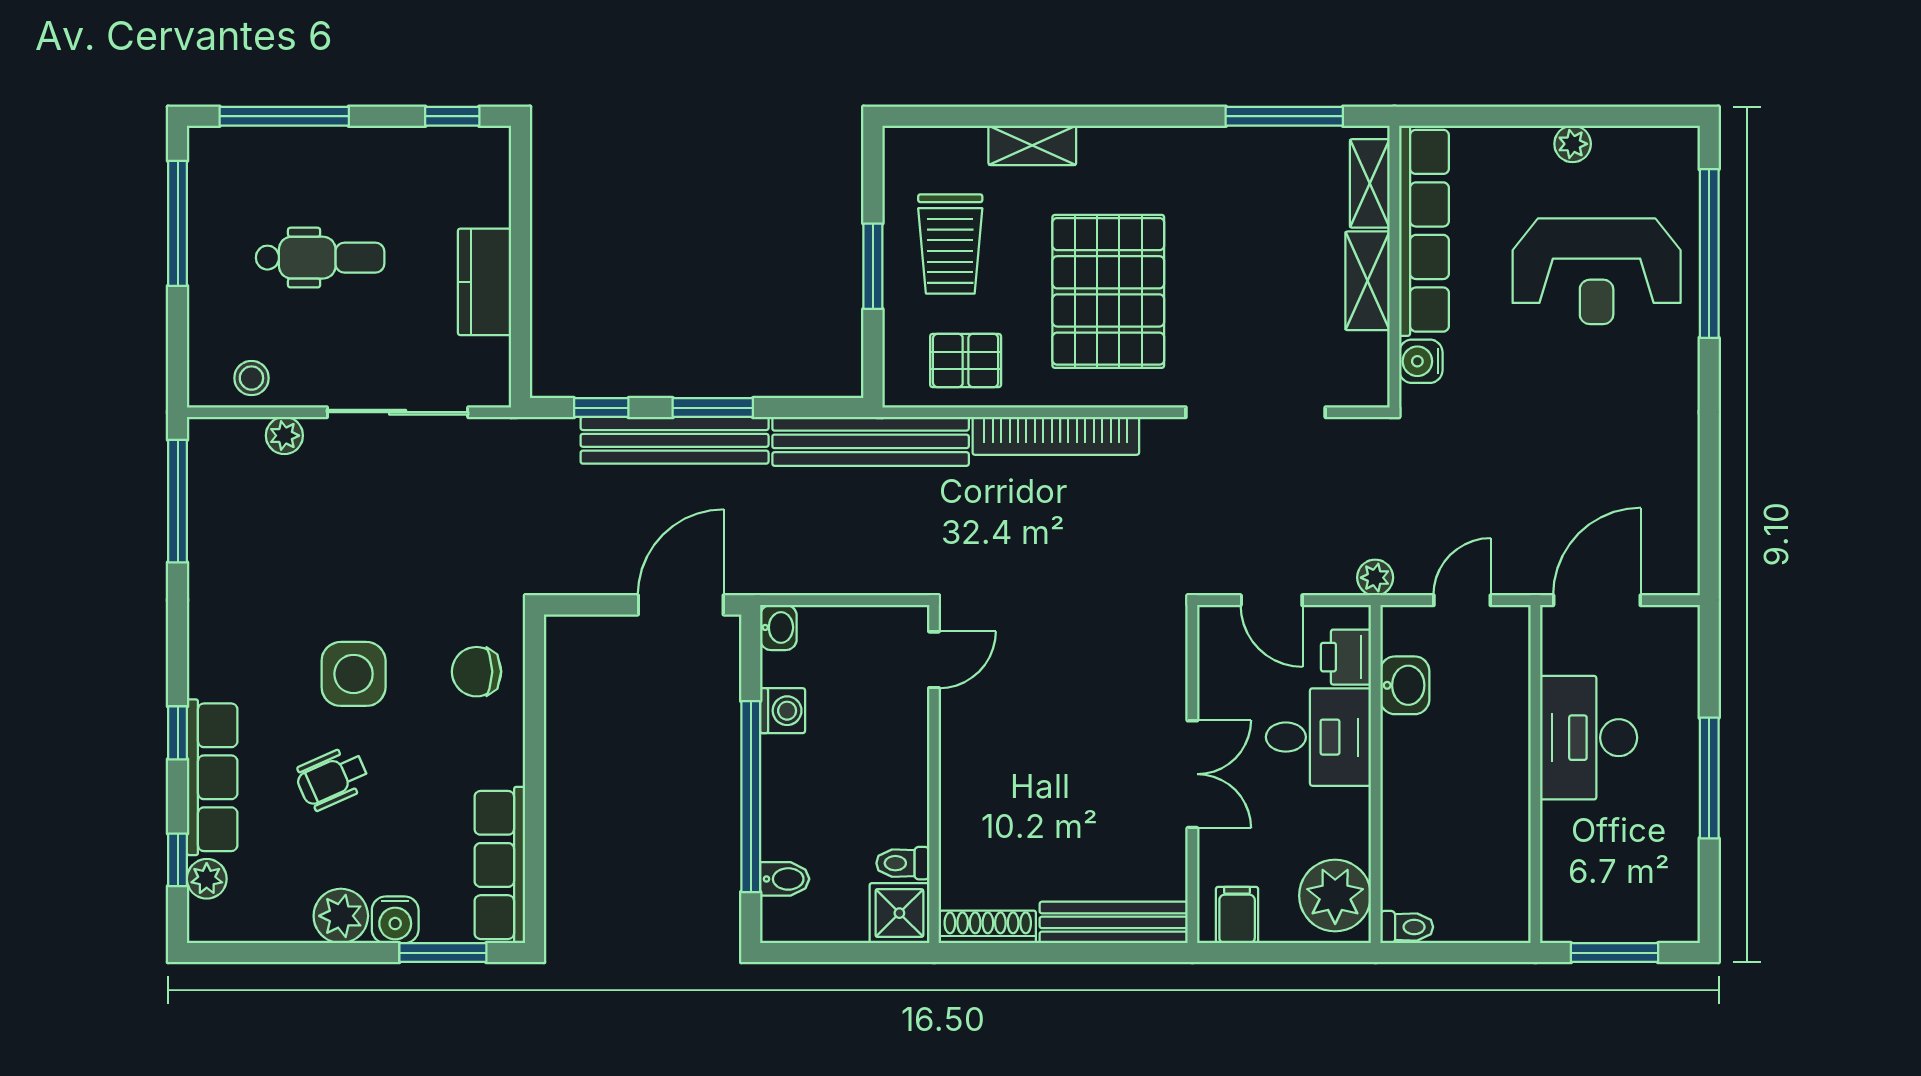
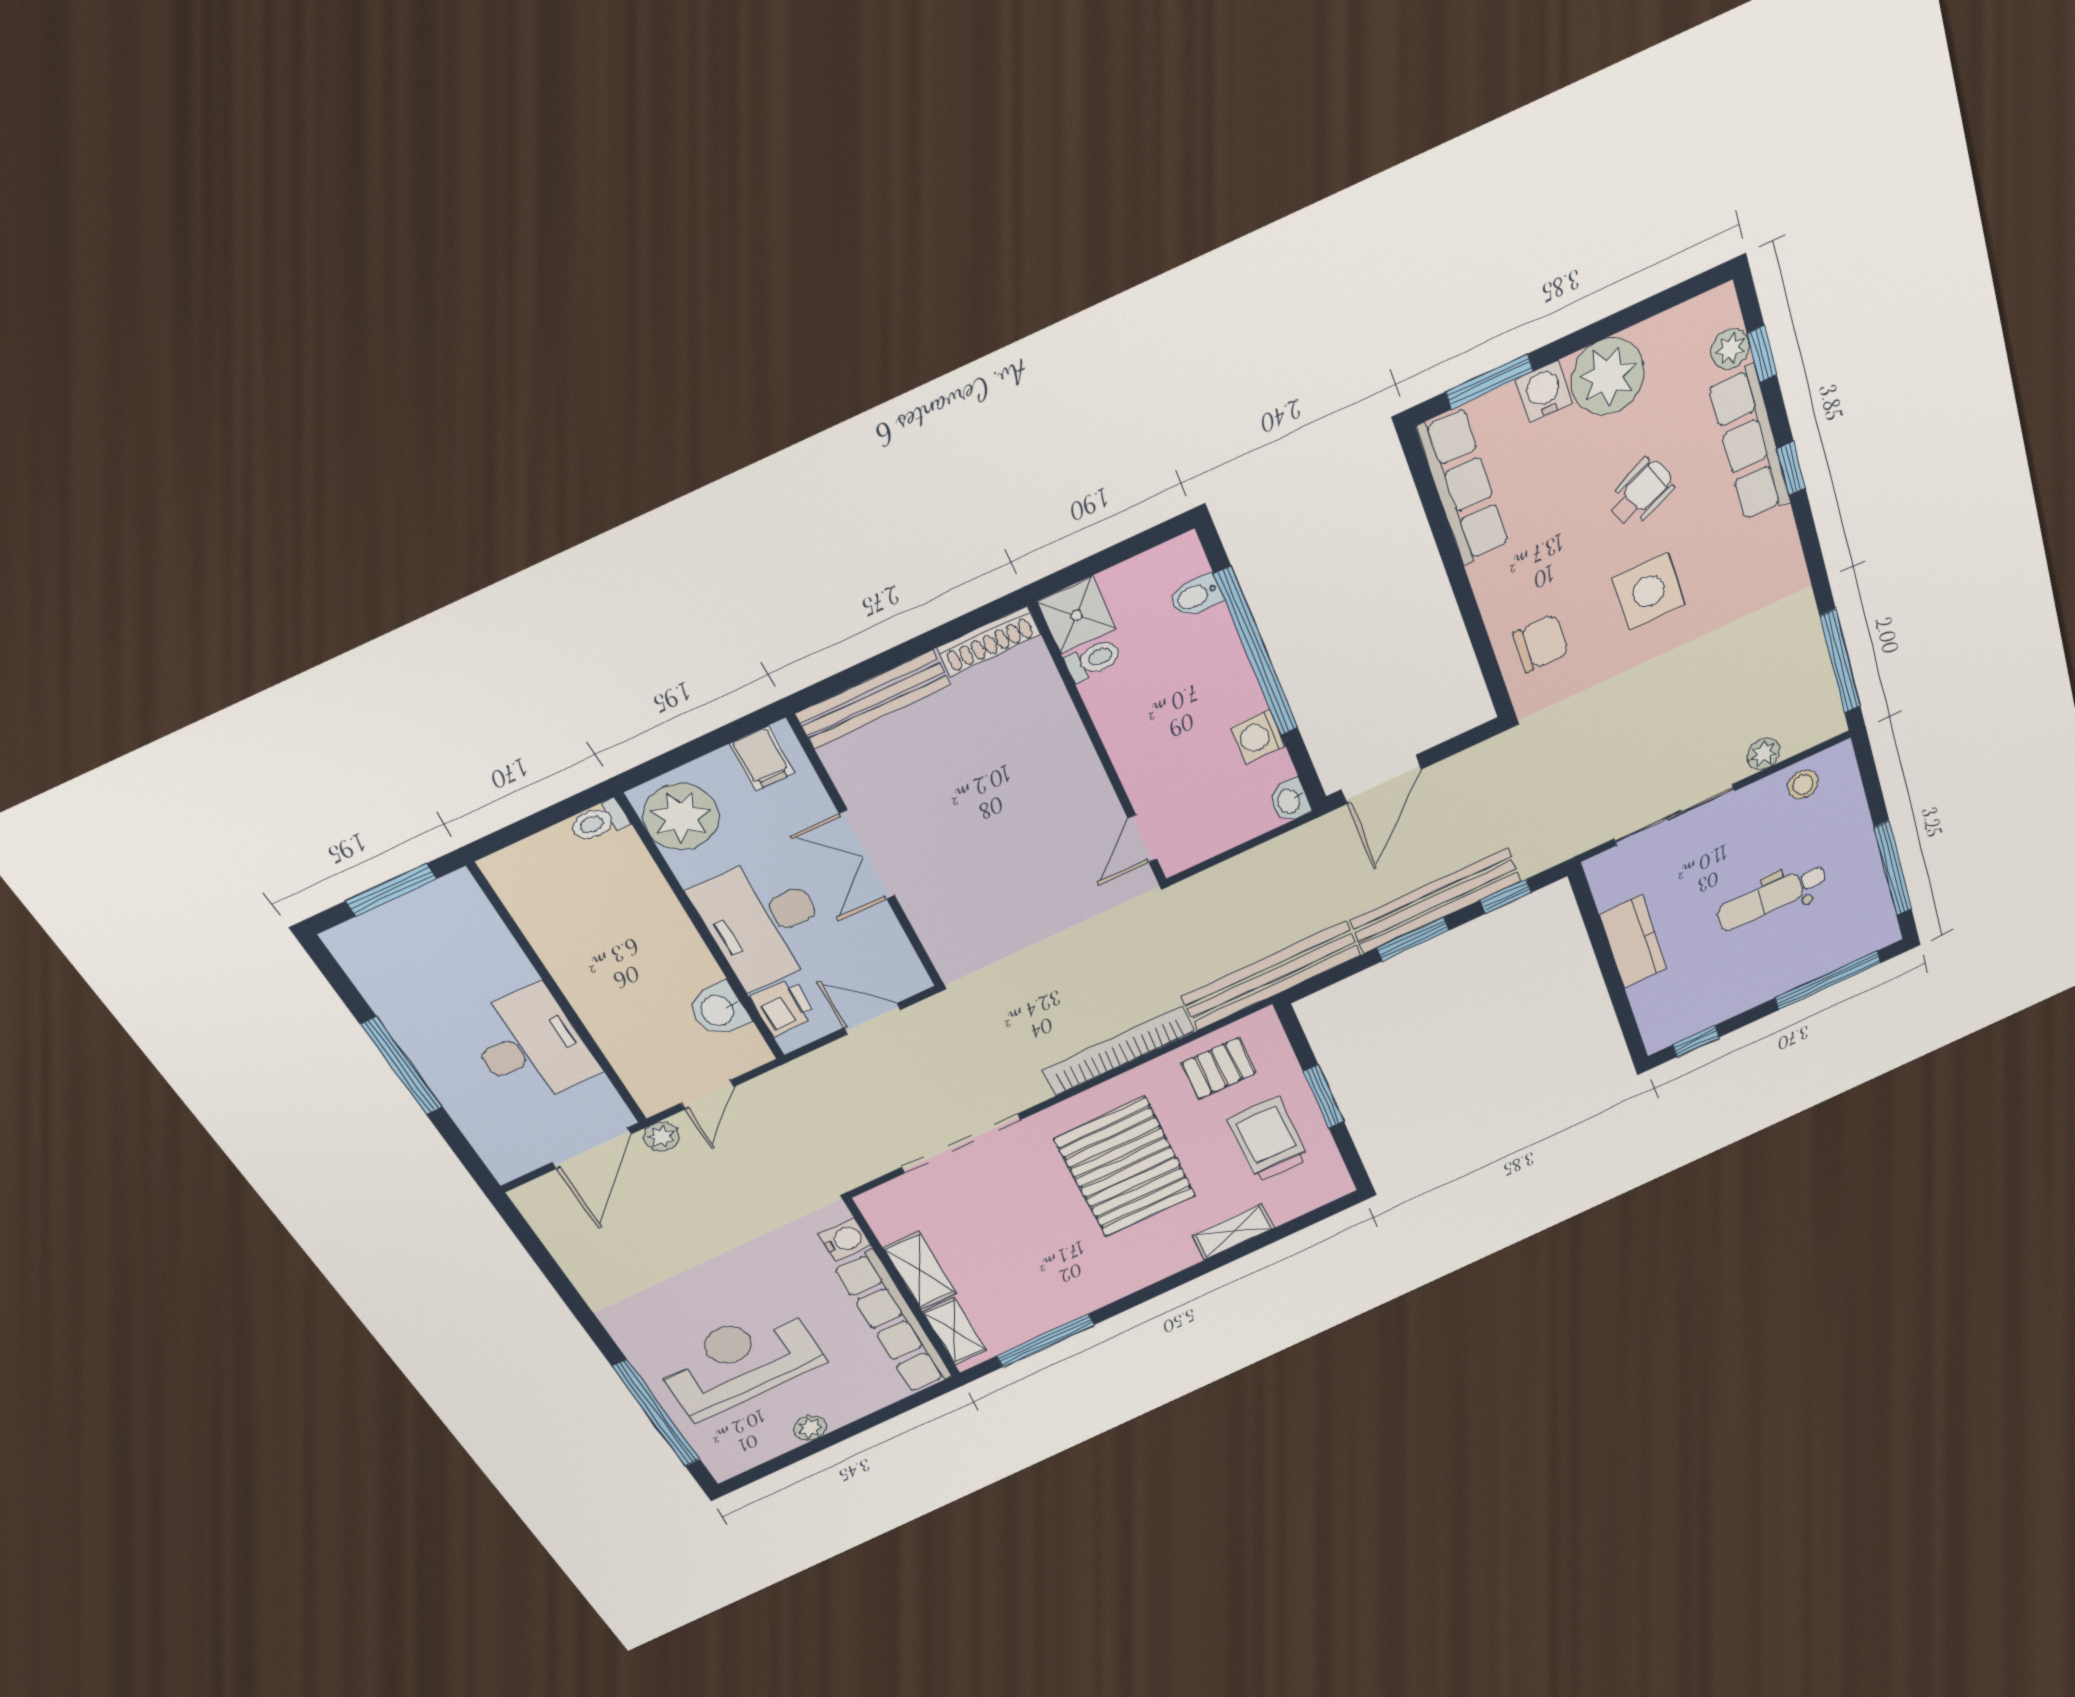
plant: (1375, 578) -> (661, 1137), moved
desk: (1318, 737) -> (763, 922), width x1.37
plant: (341, 916) -> (1608, 377), width x1.36, depth x1.36

